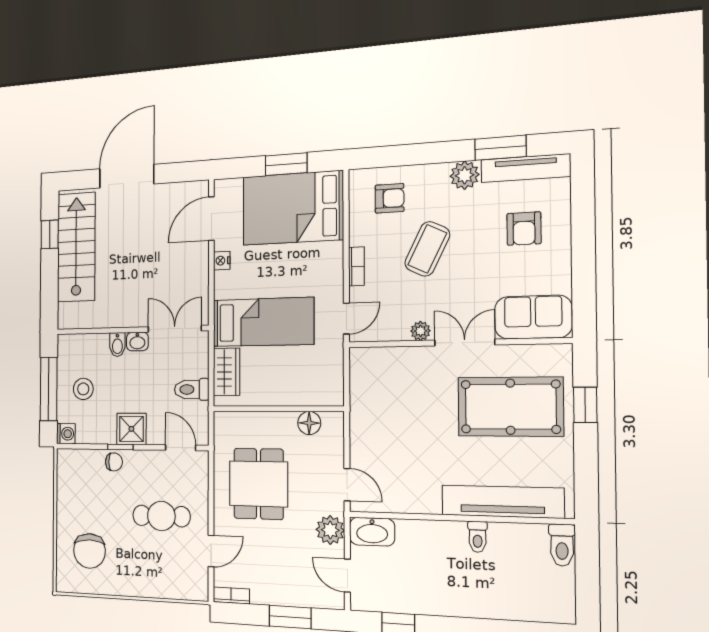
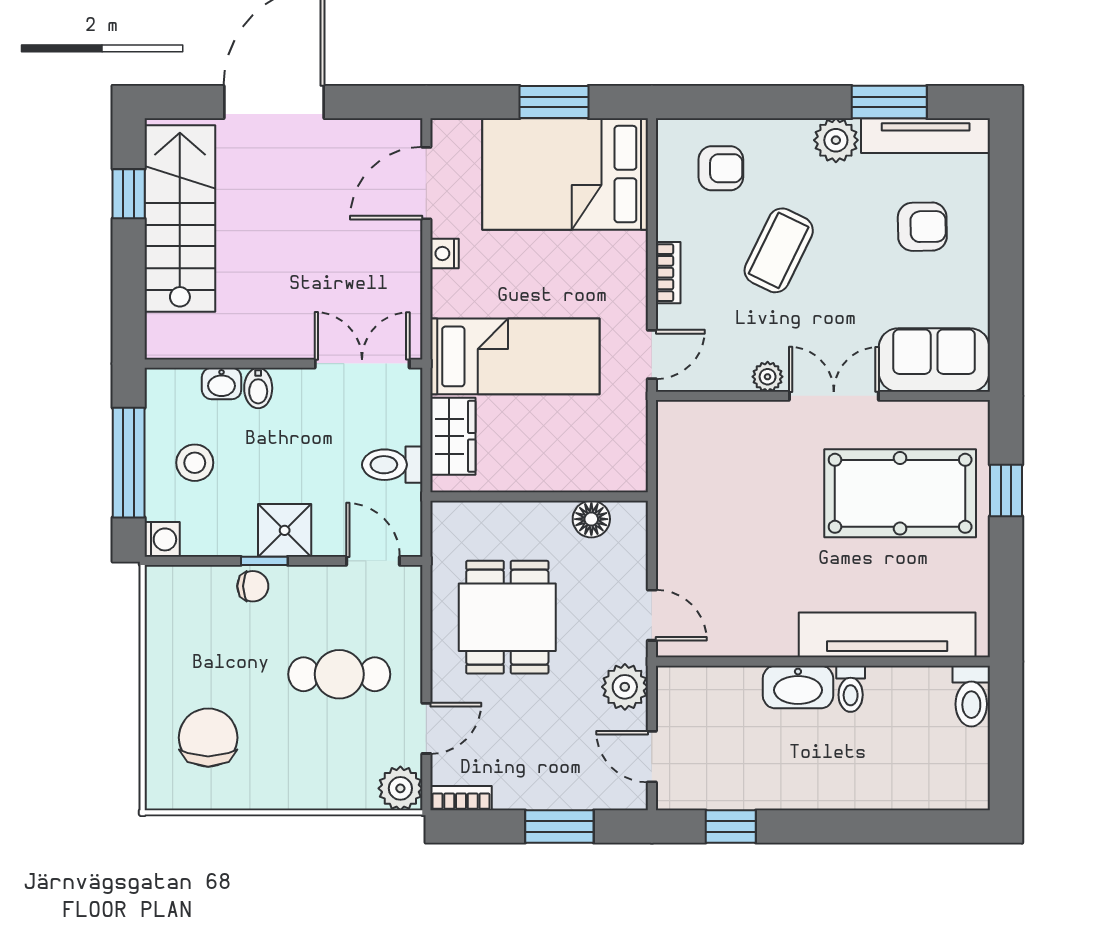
armchair: (524, 229) -> (922, 227), turned -91
washbasin: (137, 341) -> (222, 384), moved
washbasin: (372, 532) -> (798, 687), moved
chair: (89, 551) -> (208, 738), turned 180
plant: (196, 587) -> (400, 788), added

